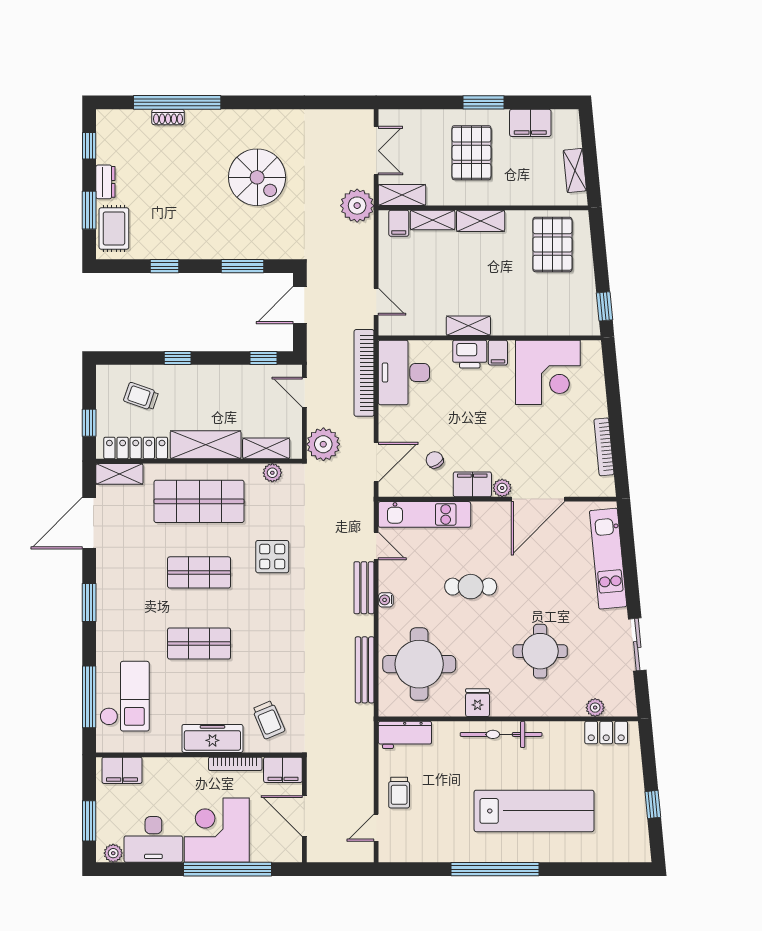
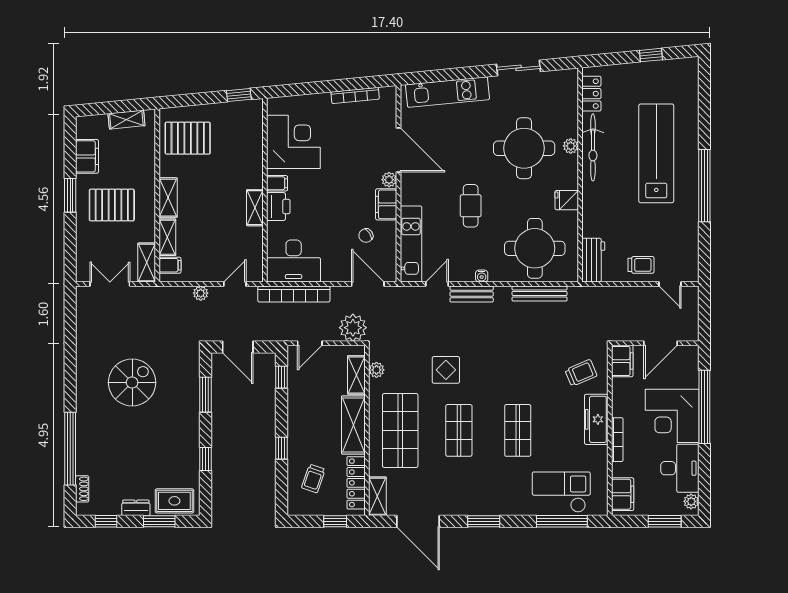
shoe rack: (168, 117) -> (82, 489), moved
plant: (357, 206) -> (201, 293), moved, width x0.53, depth x0.53
round table: (540, 651) -> (524, 148), width x1.36, depth x1.36
plant: (595, 708) -> (571, 146), moved
bicycle: (501, 734) -> (593, 147), moved
bookcase: (235, 764) -> (617, 440), moved

